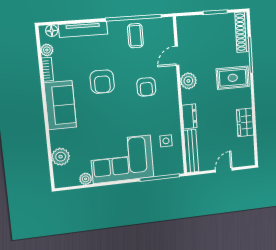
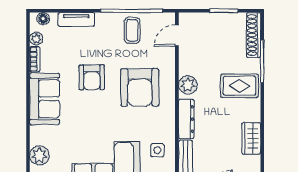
tv unit: (83, 29) -> (76, 19), width x0.71
door: (177, 56) -> (177, 35), moved
armchair: (146, 87) -> (140, 87), width x1.88, depth x1.88
dresser: (189, 116) -> (186, 119), width x1.44

